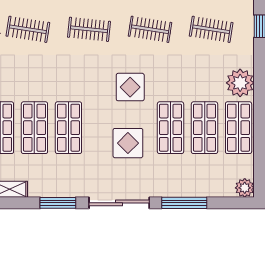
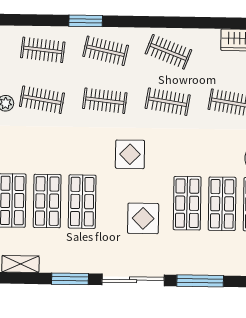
display table: (130, 87) -> (130, 154), moved

